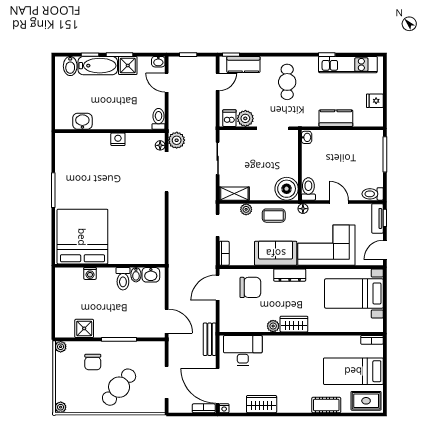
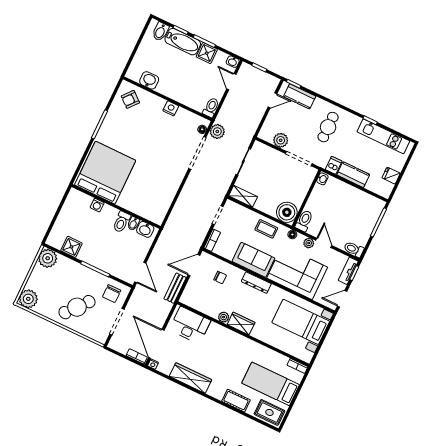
dishwasher: (229, 118) -> (334, 165), moved
armchair: (72, 150) -> (130, 99), added
plant: (246, 209) -> (309, 243), moved
chair: (250, 287) -> (220, 277), width x0.54, depth x0.54
bench: (210, 339) -> (175, 288), moved
plant: (61, 347) -> (48, 258), width x1.88, depth x1.88
chair: (93, 362) -> (112, 294), moved
wardrobe: (262, 404) -> (191, 378), width x1.50
plant: (61, 407) -> (28, 299), width x1.87, depth x1.87

